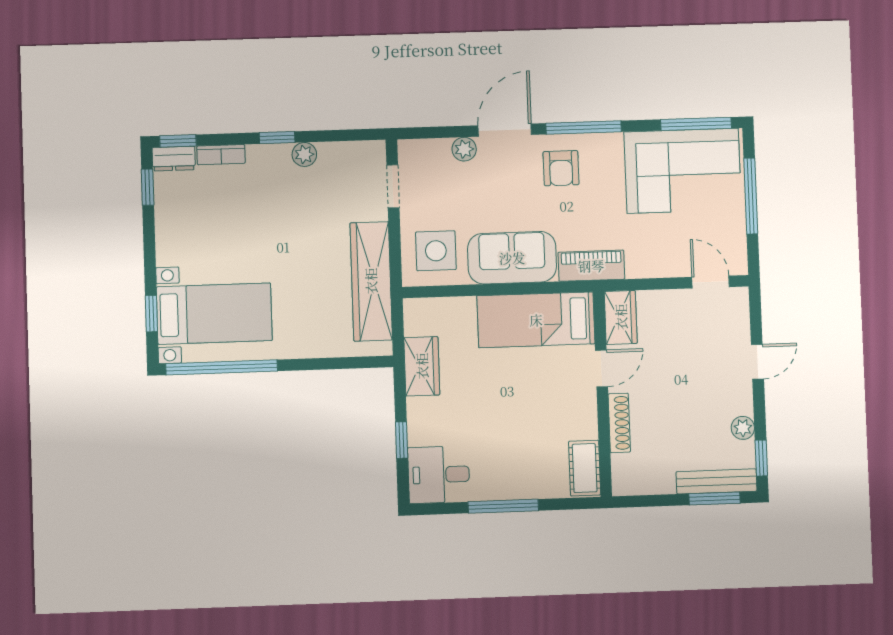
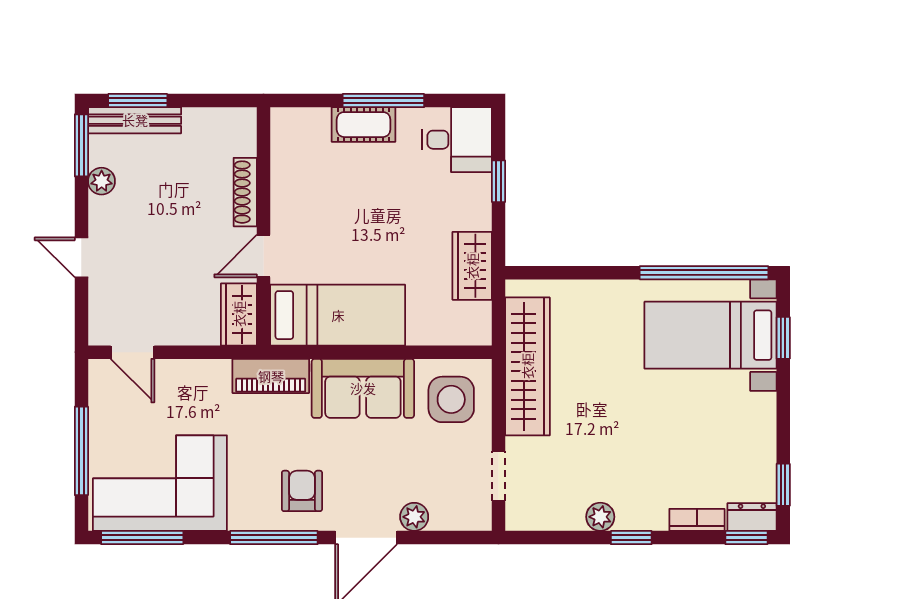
door: (757, 362) -> (81, 257), hinge flipped
window: (761, 458) -> (81, 145), width x1.50
cot: (585, 468) -> (364, 125), moved, turned 90

